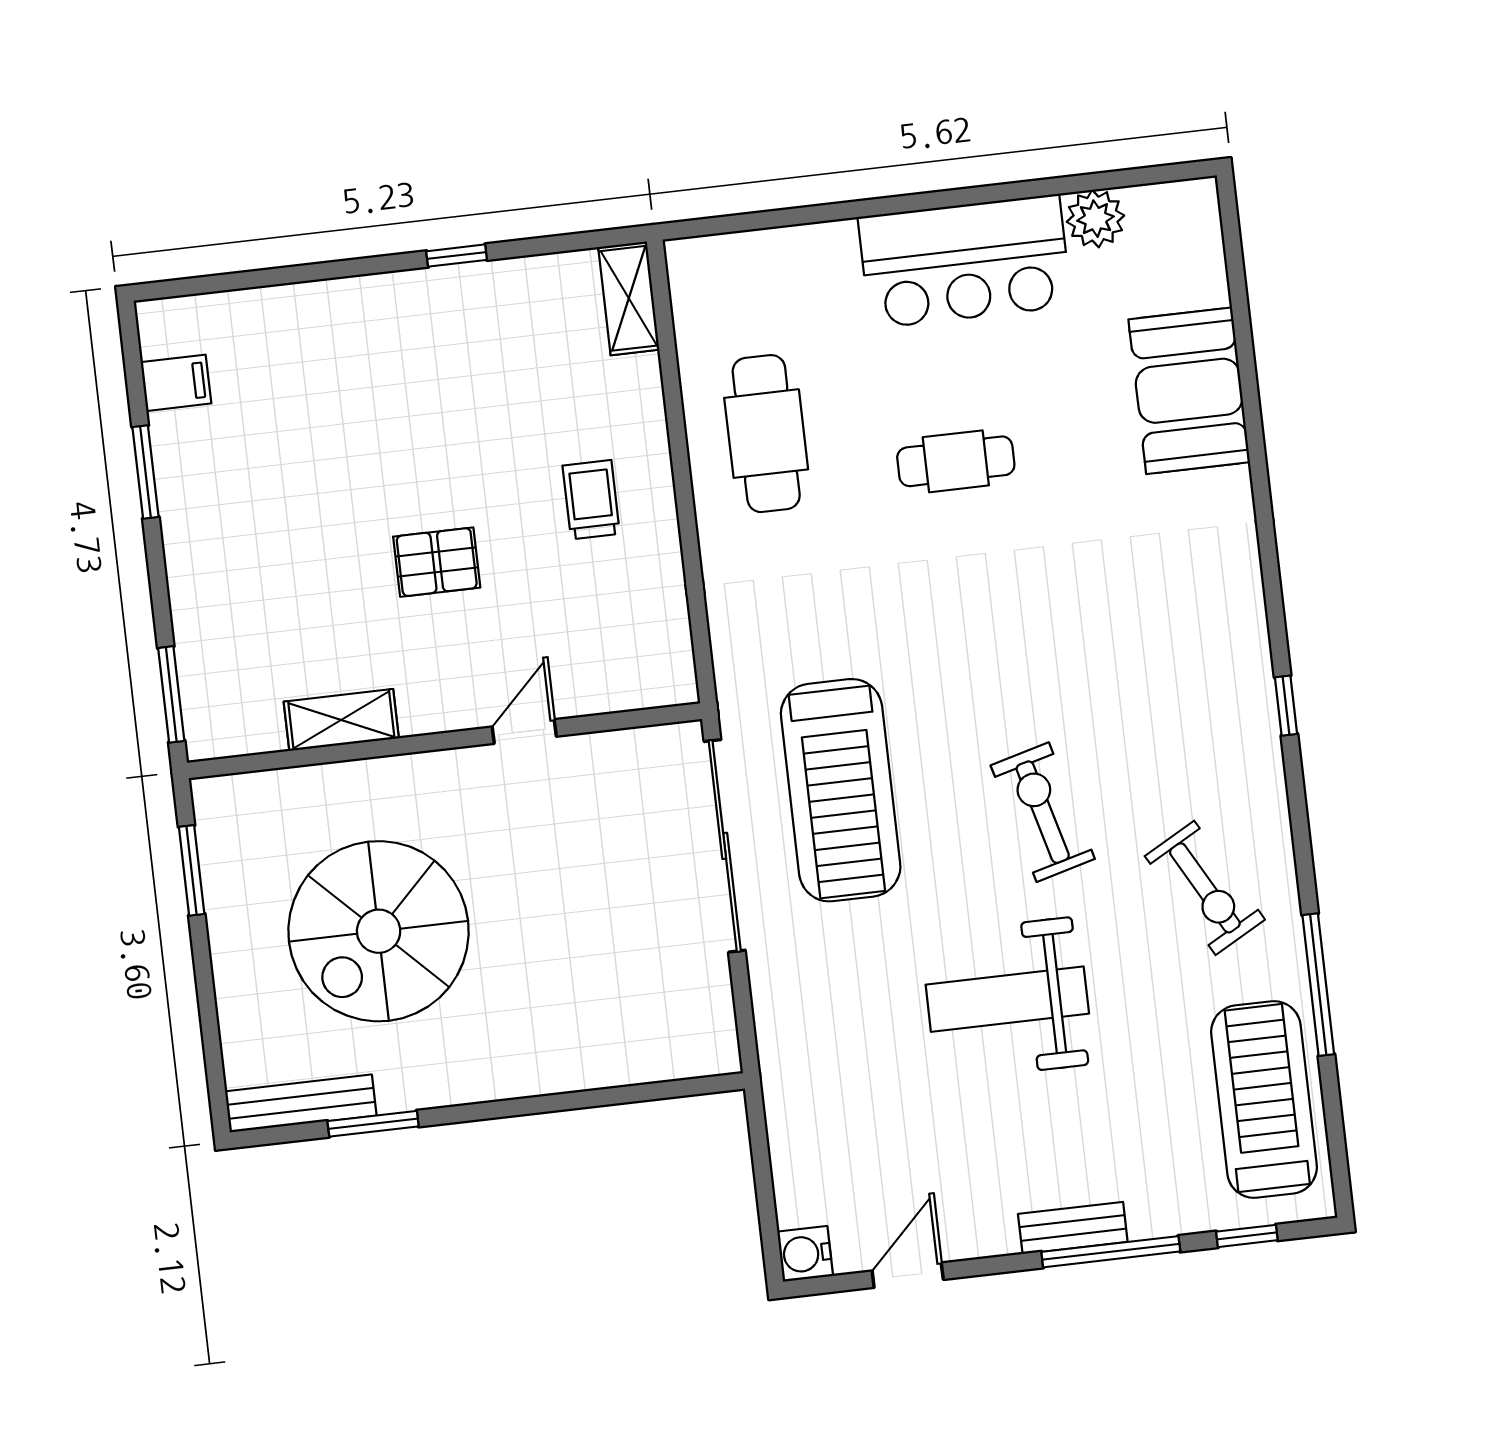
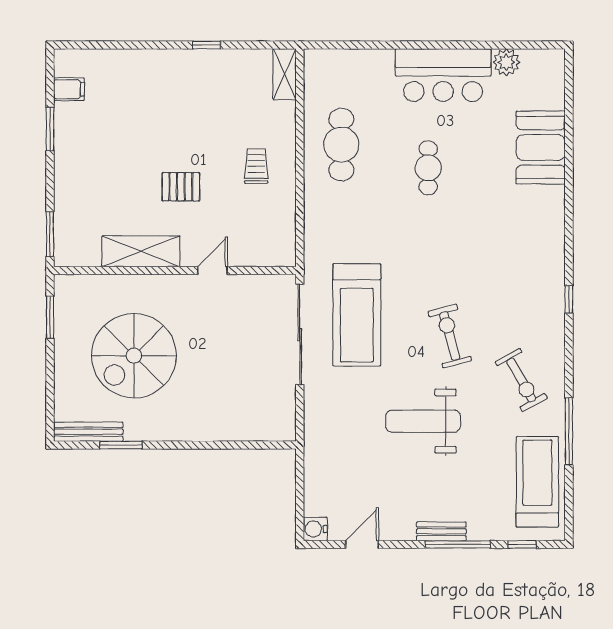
cafe table: (956, 461) -> (428, 168), turned 90
shelving: (341, 720) -> (141, 251), width x1.50, depth x1.33

